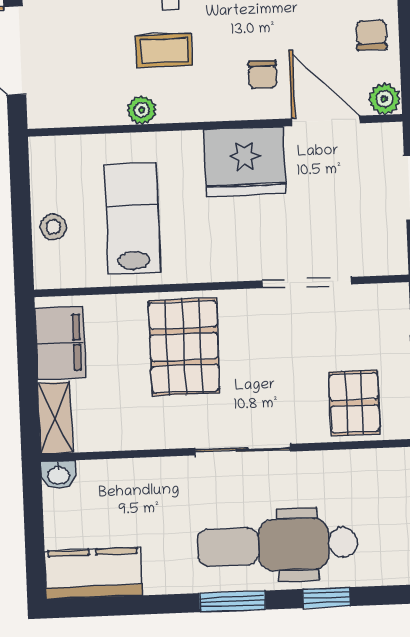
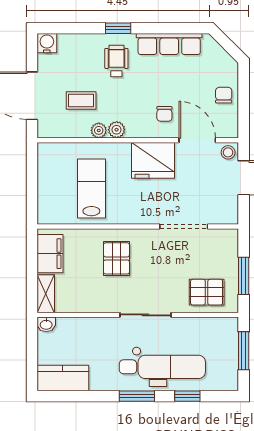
coffee table: (164, 50) -> (81, 101), moved
plant: (384, 99) -> (117, 130), moved
stool: (53, 227) -> (228, 152), moved
pallet: (184, 347) -> (116, 258), width x0.67, depth x0.71
pallet: (354, 403) -> (207, 292), turned 90
dental chair: (278, 545) -> (162, 367), turned 180

